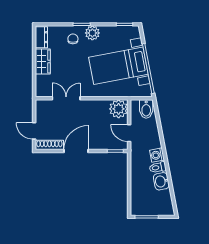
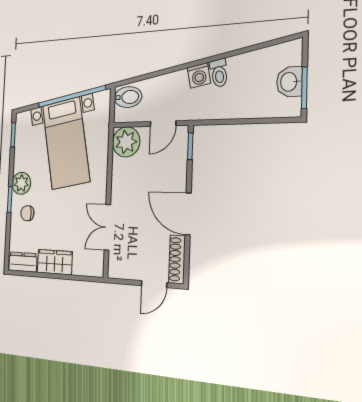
washbasin: (161, 181) -> (289, 82), moved, turned 101

